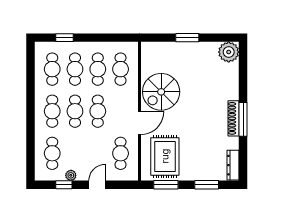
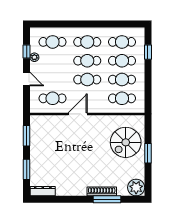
spiral stairs: (161, 92) -> (126, 142), moved, turned -90
shoe rack: (233, 118) -> (102, 191), moved
window: (243, 119) -> (107, 199), moved
door: (140, 123) -> (78, 114), swing flipped
rug: (165, 156) -> (50, 135), removed

